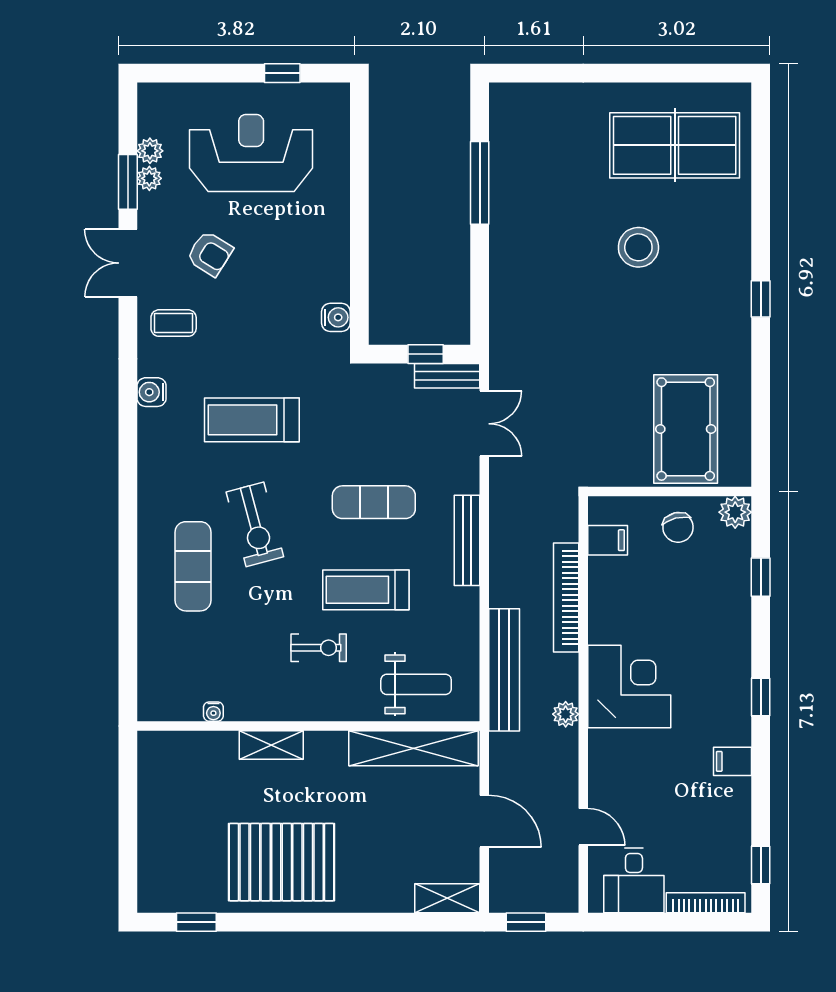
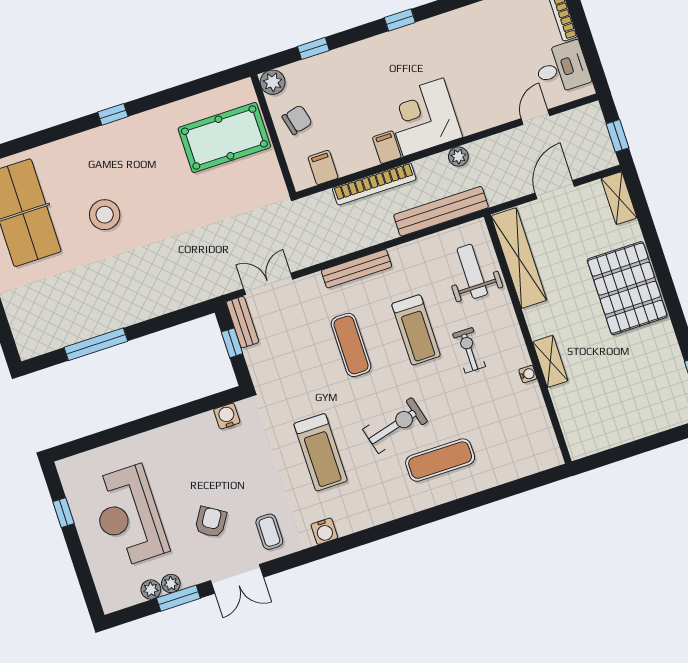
water cooler: (213, 712) -> (528, 374), moved
filing cabinet: (732, 761) -> (387, 147), moved, turned 180
pallet: (282, 862) -> (627, 288), moved

